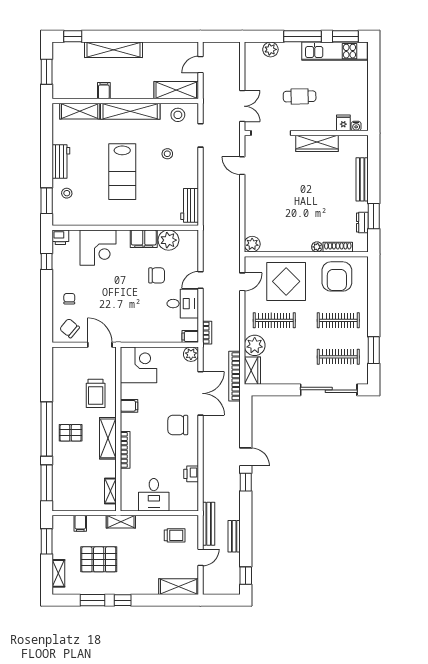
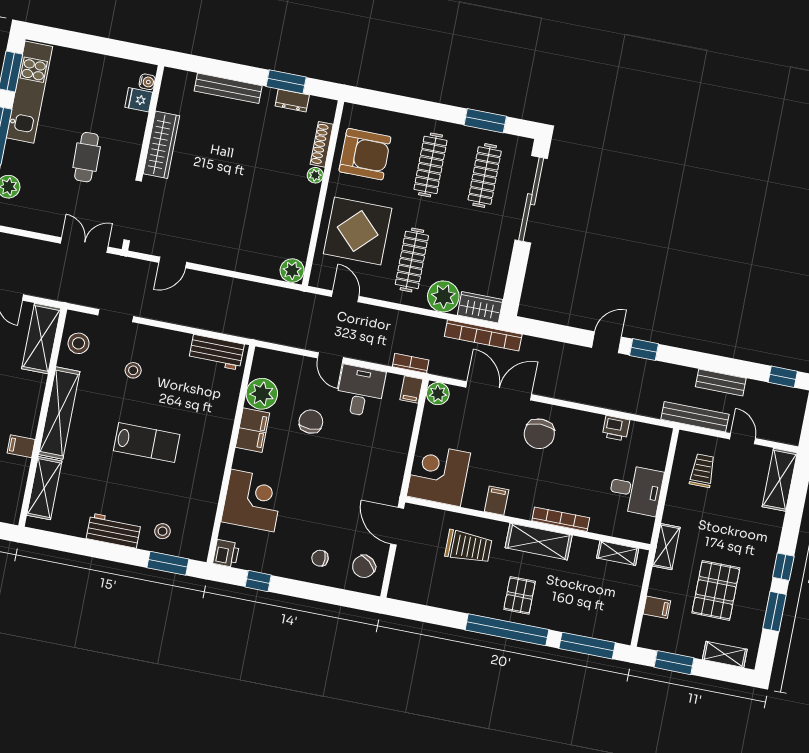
lab bench: (122, 172) -> (147, 443), width x0.73, depth x0.72
door: (100, 345) -> (397, 526), hinge flipped

